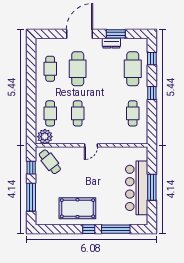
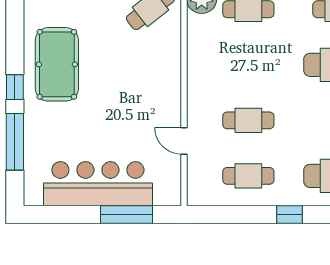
cafe table: (78, 113) -> (248, 120), moved
door: (91, 145) -> (184, 141), moved
window: (152, 187) -> (127, 214), moved

